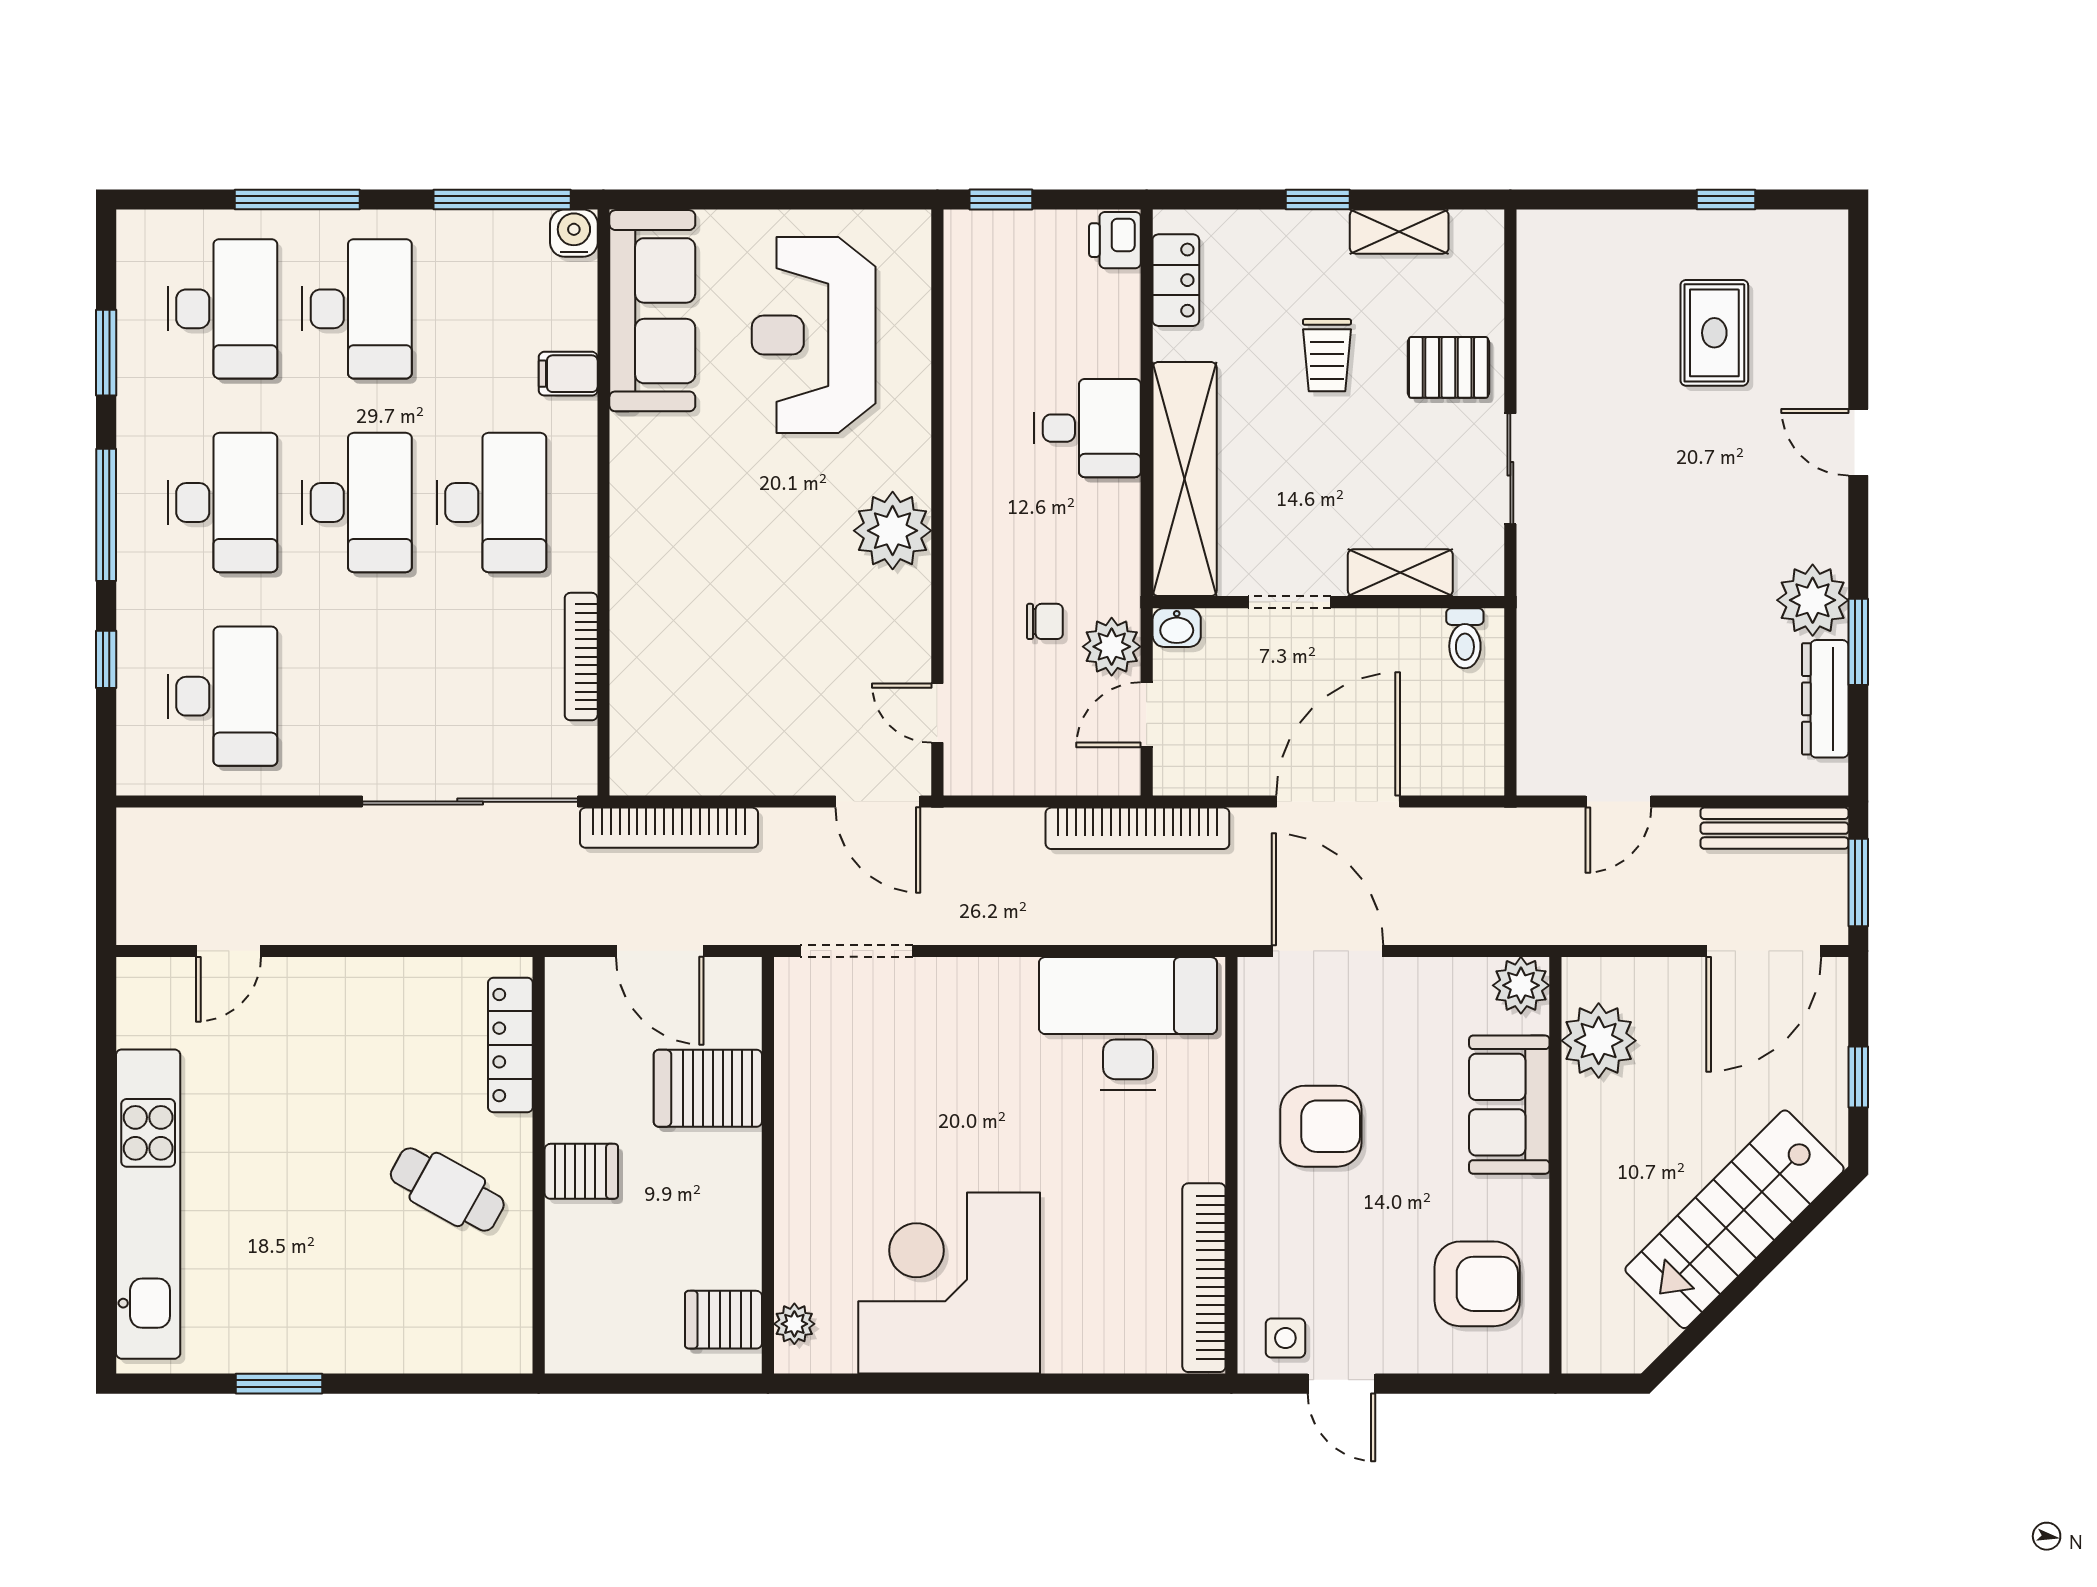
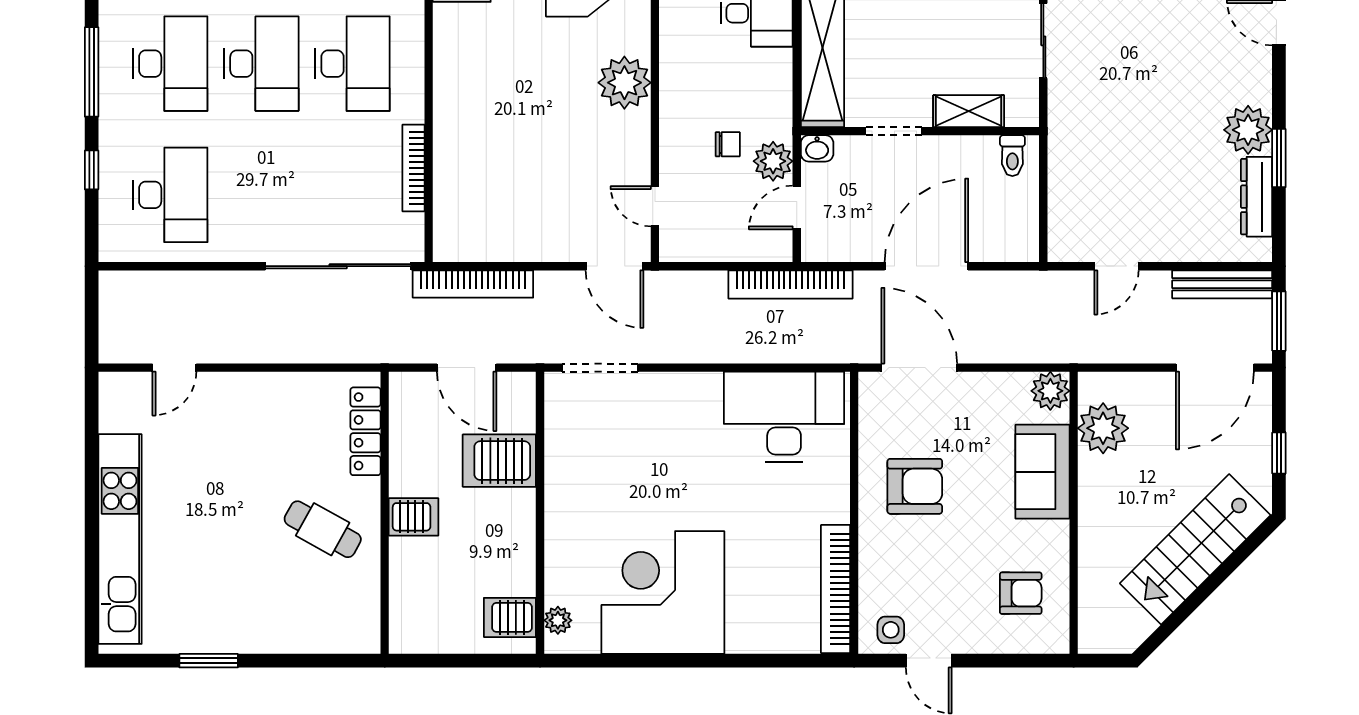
armchair: (1477, 1284) -> (1021, 593), width x0.72, depth x0.72

